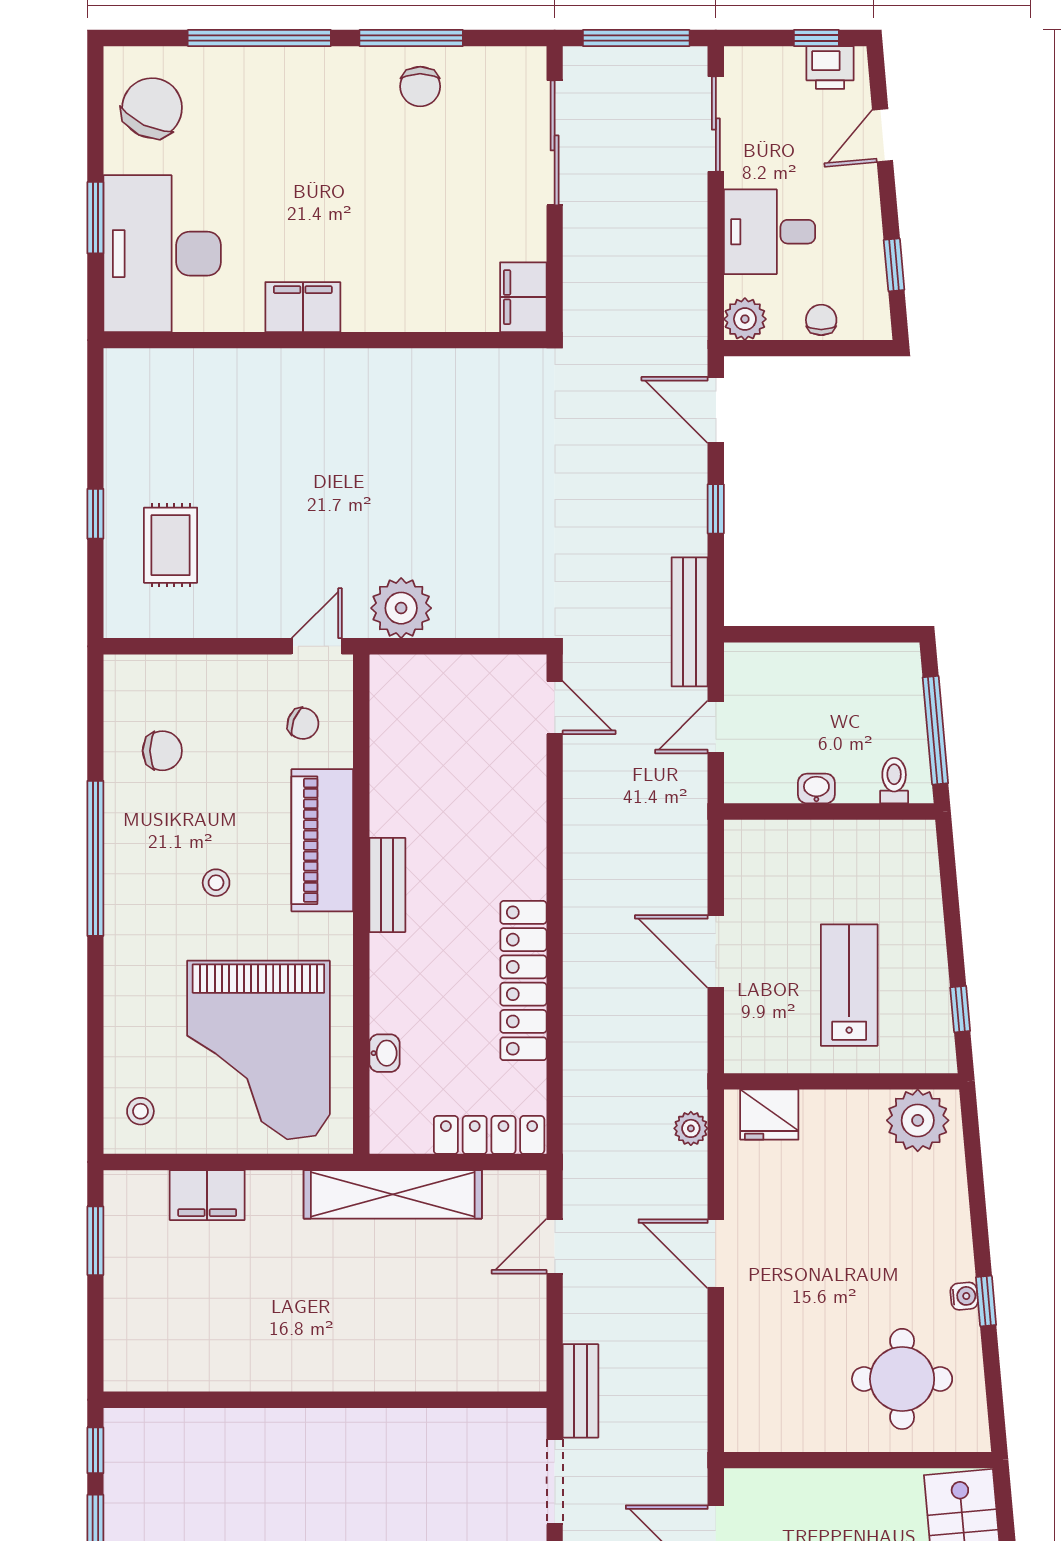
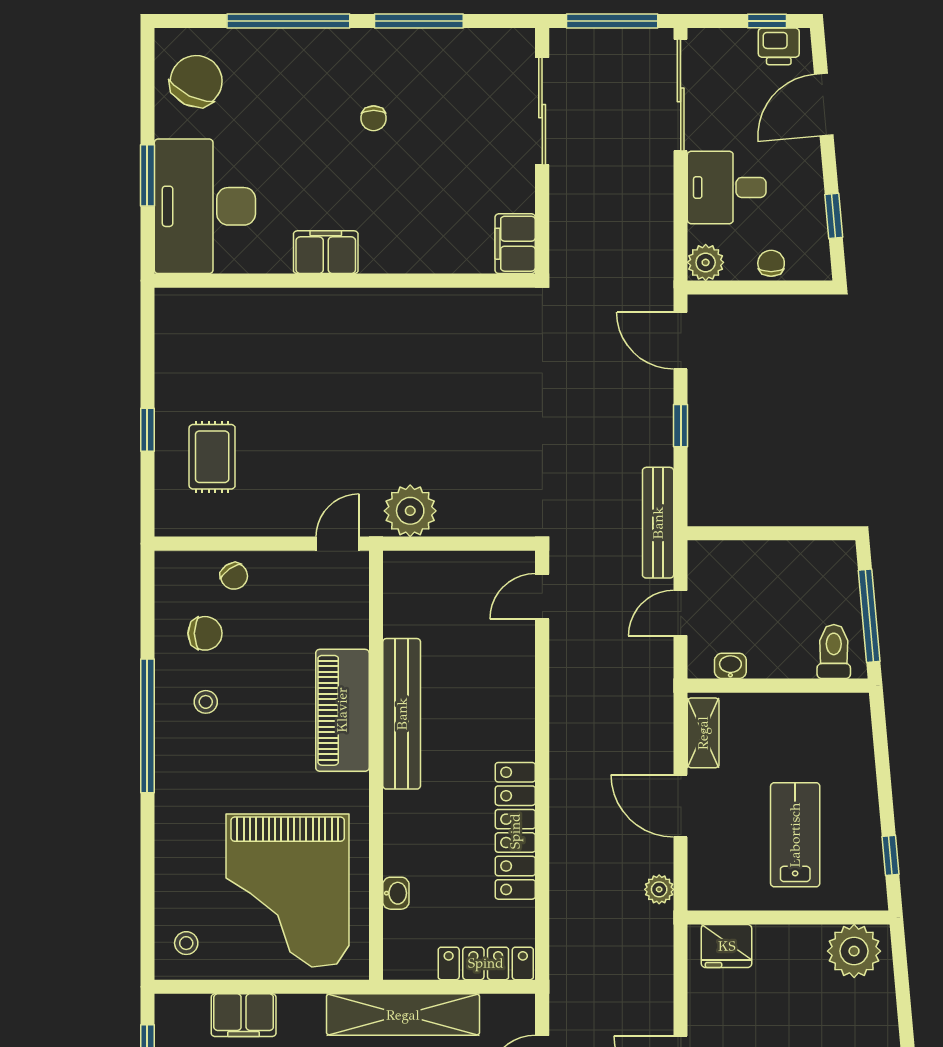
chair: (420, 86) -> (374, 118), moved, width x0.73, depth x0.73
sliding door: (716, 124) -> (681, 95), width x1.37
door: (883, 135) -> (824, 105), width x1.38
door: (555, 708) -> (542, 596), swing flipped
chair: (303, 724) -> (234, 576), moved, turned 34
toilet: (894, 781) -> (834, 652), width x1.37, depth x1.39
washbasin: (816, 789) -> (730, 666), moved
shelving: (742, 867) -> (703, 733), added
stool: (216, 883) -> (206, 702), moved
bench: (387, 885) -> (402, 714), width x1.86, depth x1.21
plant: (691, 1128) -> (659, 889), moved

